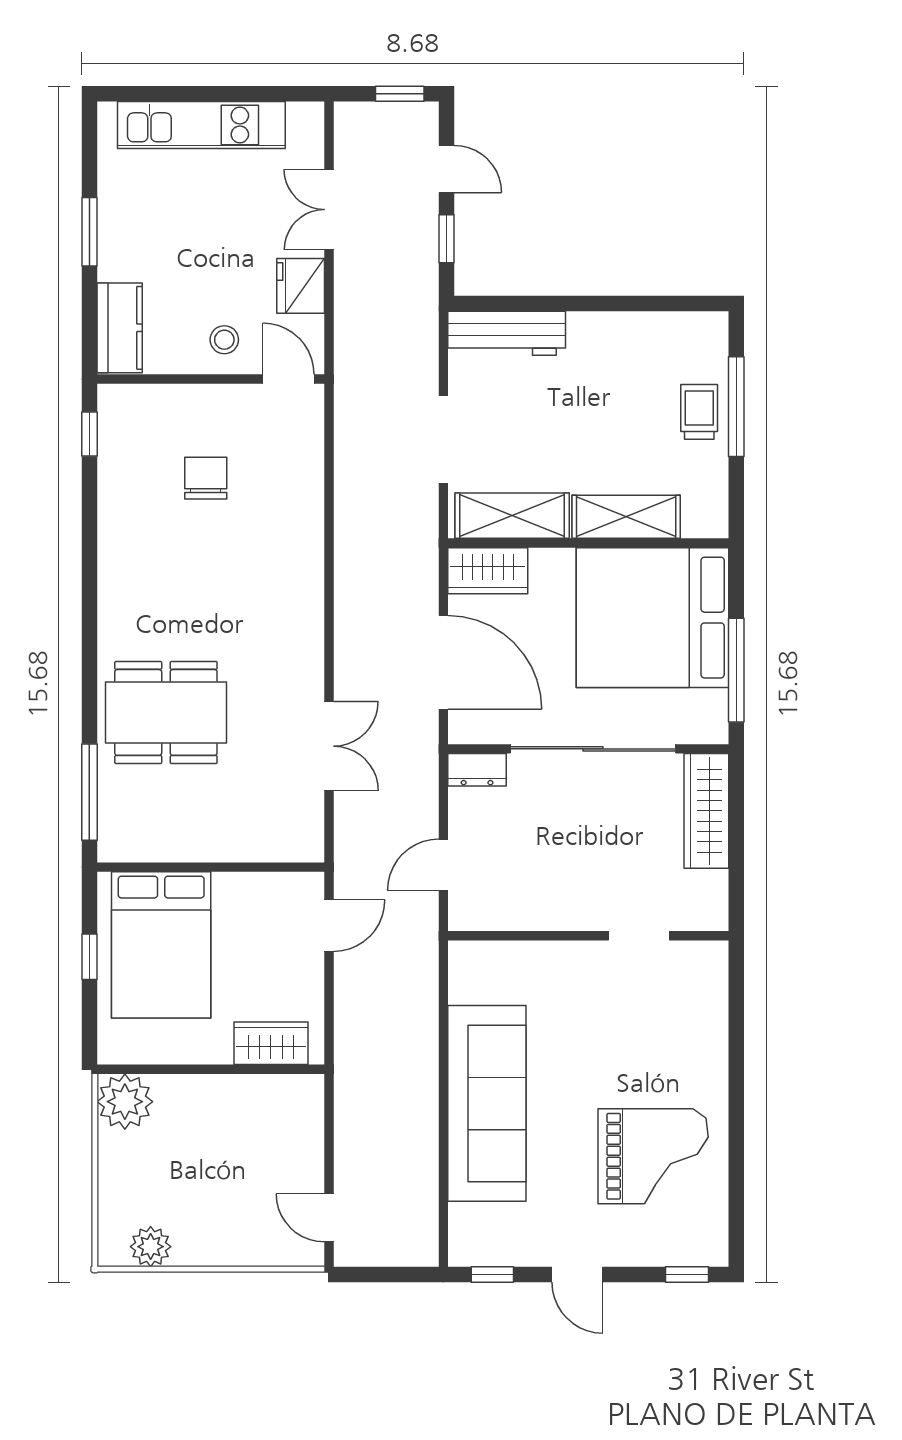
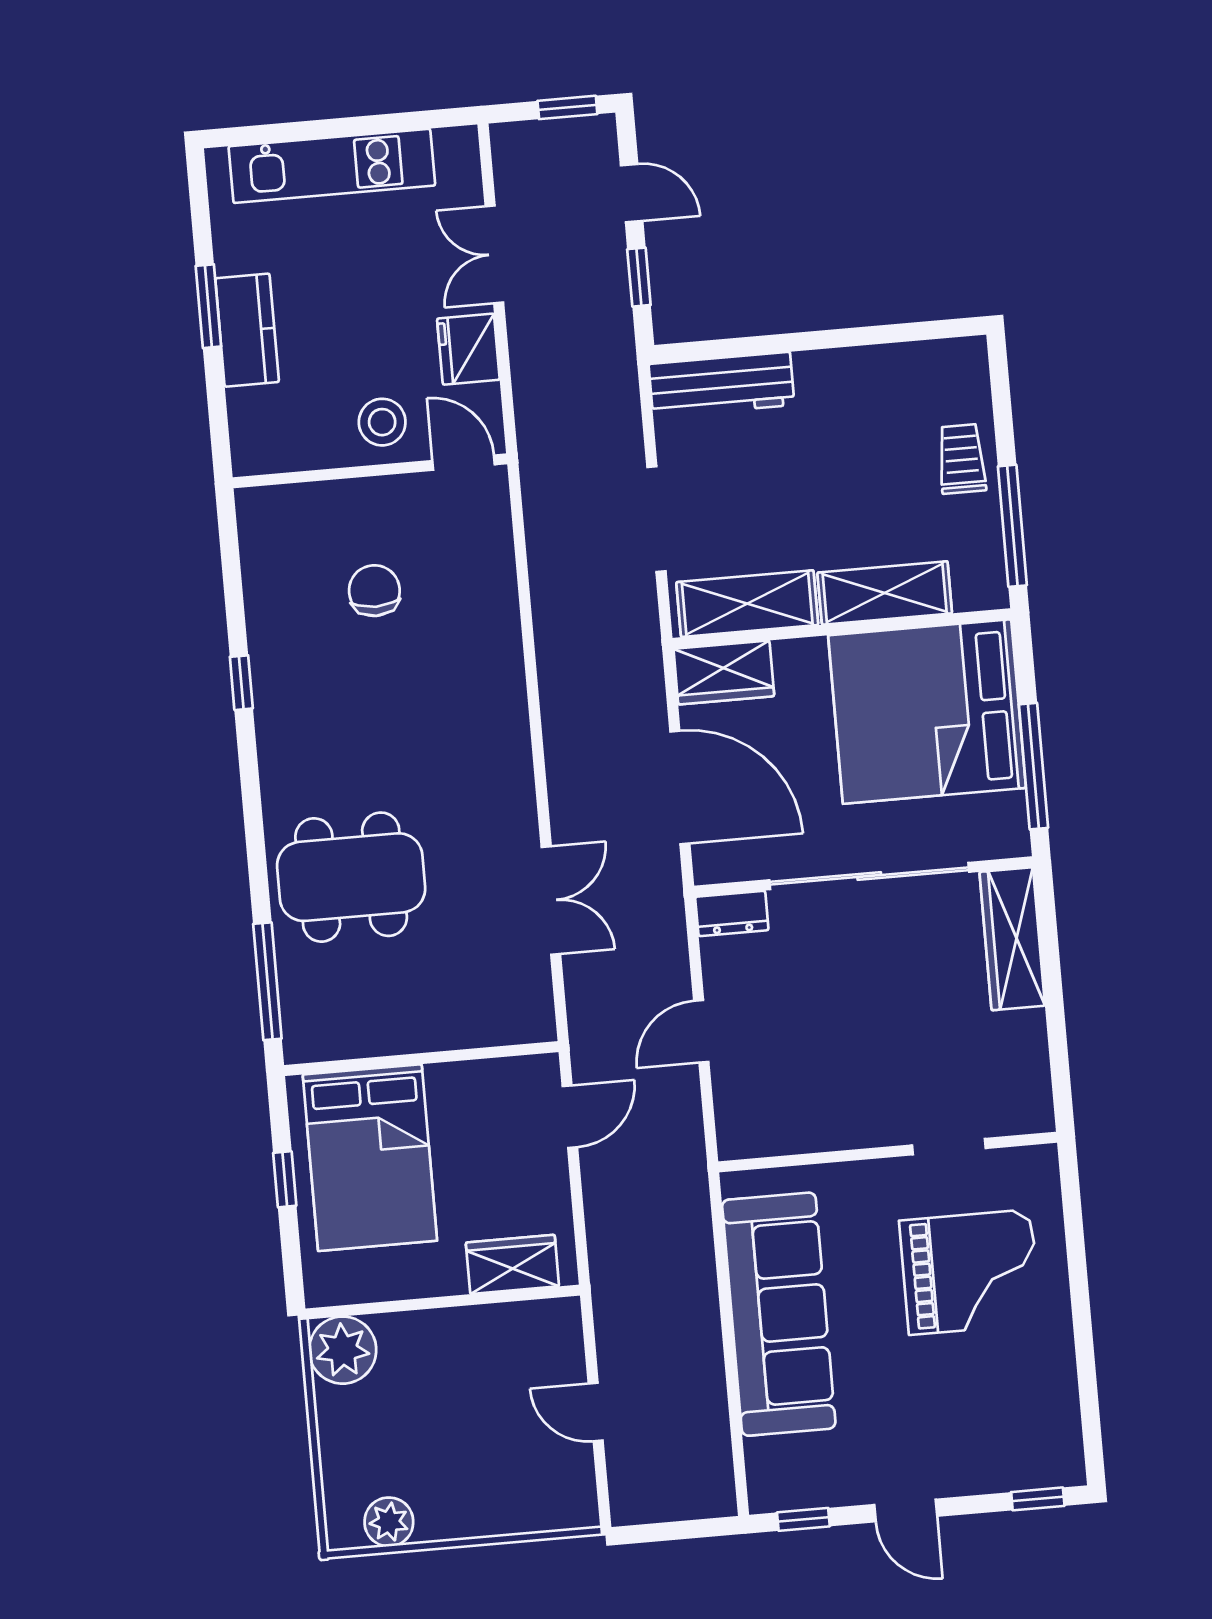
kitchen counter: (120, 328) -> (247, 330), moved
stool: (224, 340) -> (382, 422), width x1.37, depth x1.37
window: (736, 407) -> (1012, 526), moved
window: (89, 434) -> (241, 683), moved
wall: (588, 936) -> (888, 1152), moved
doorway: (639, 936) -> (949, 1147), moved
grand piano: (653, 1156) -> (970, 1272), moved
door: (329, 1218) -> (596, 1412), moved

